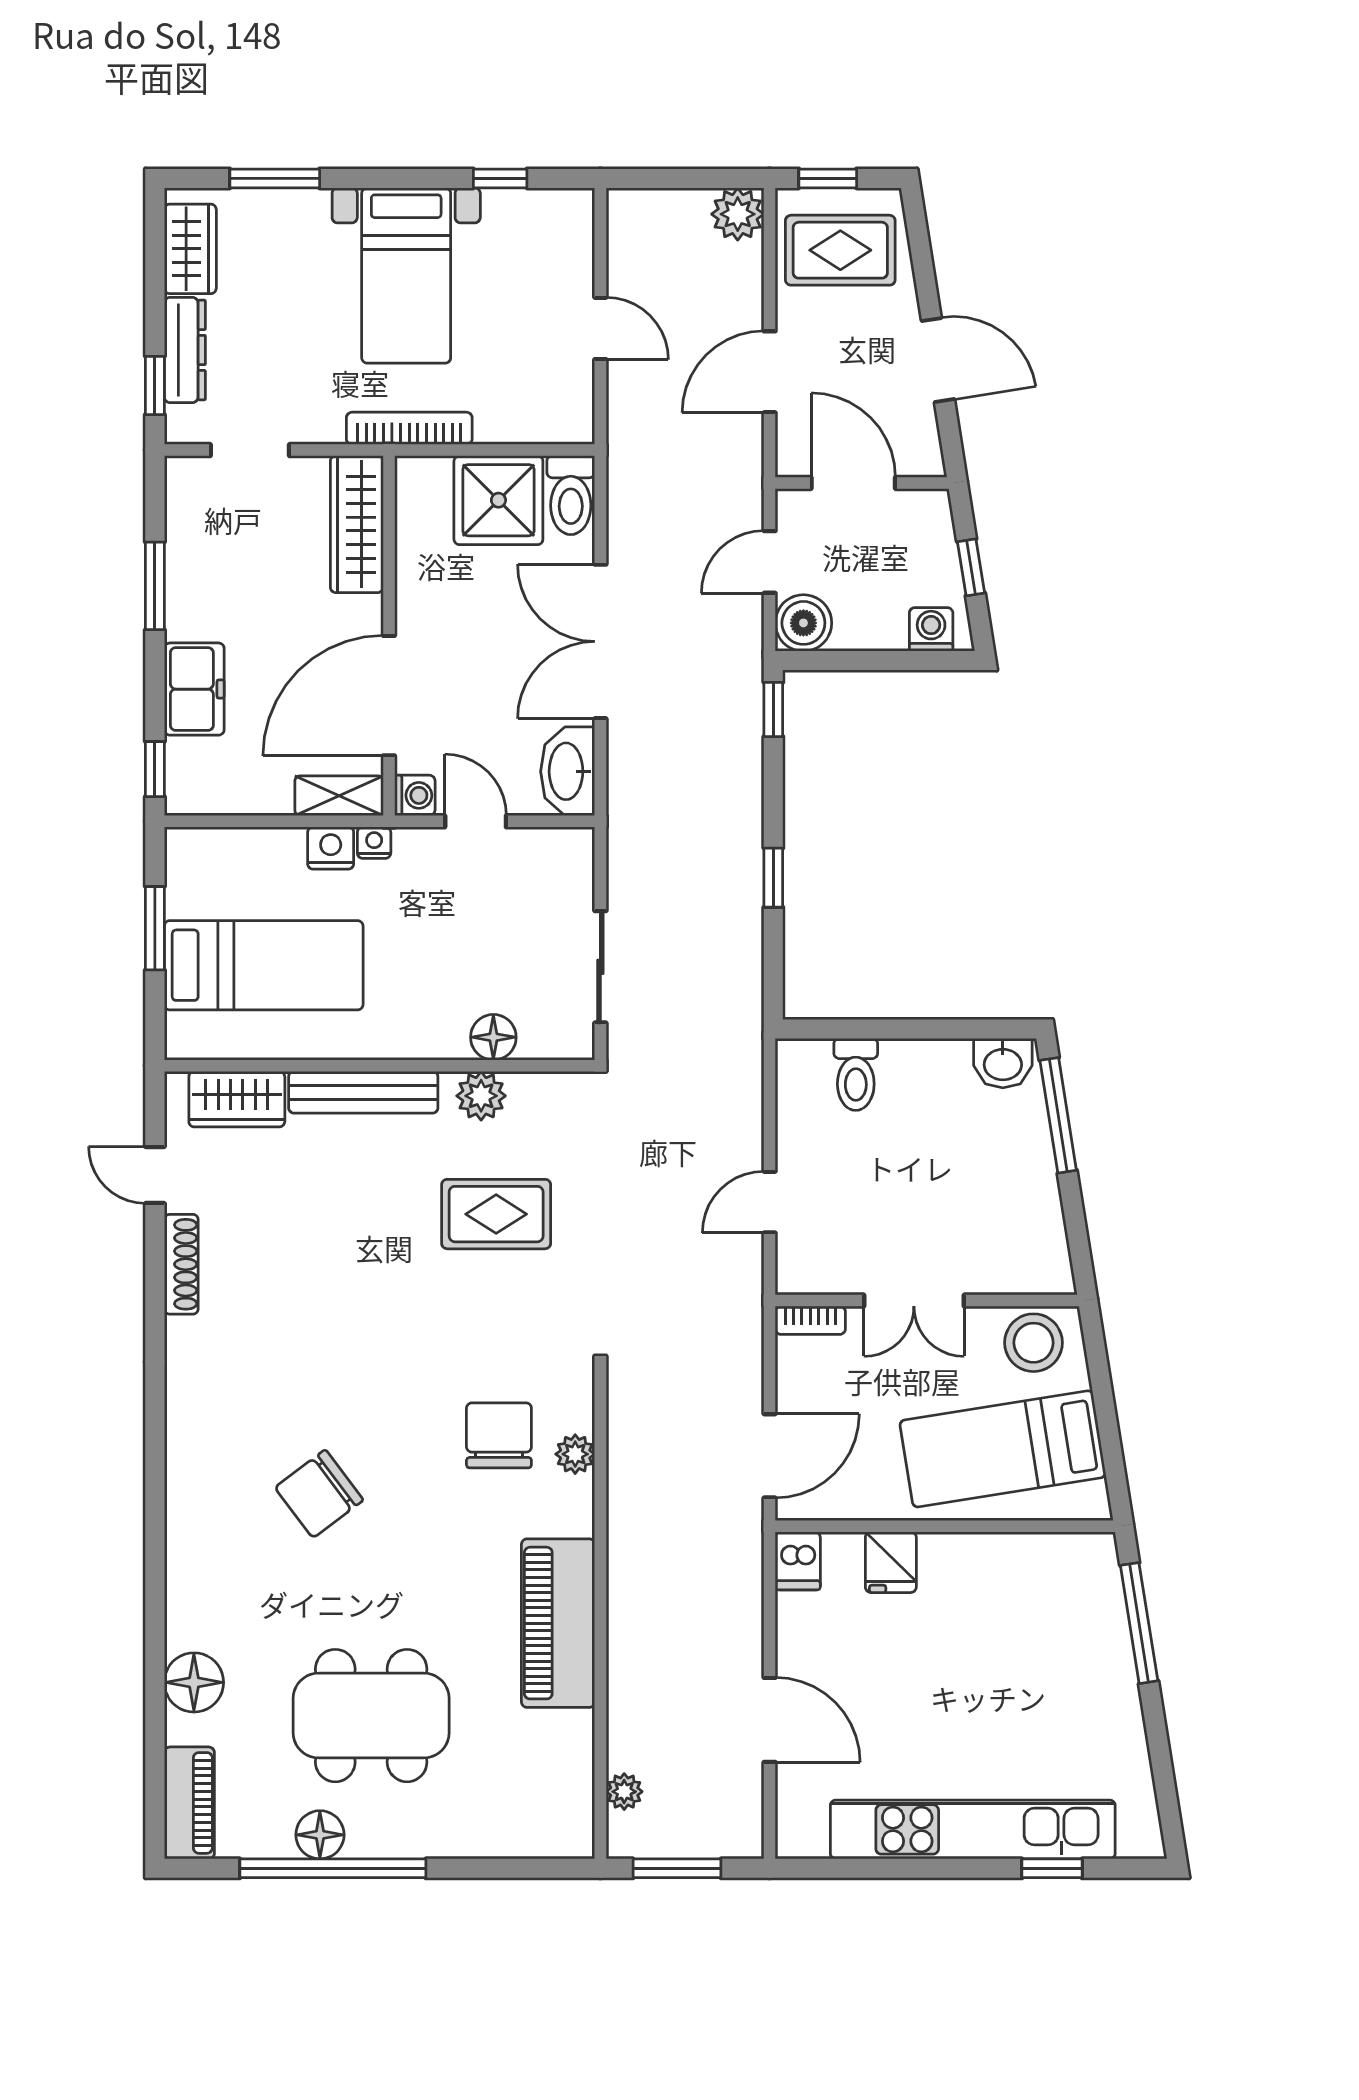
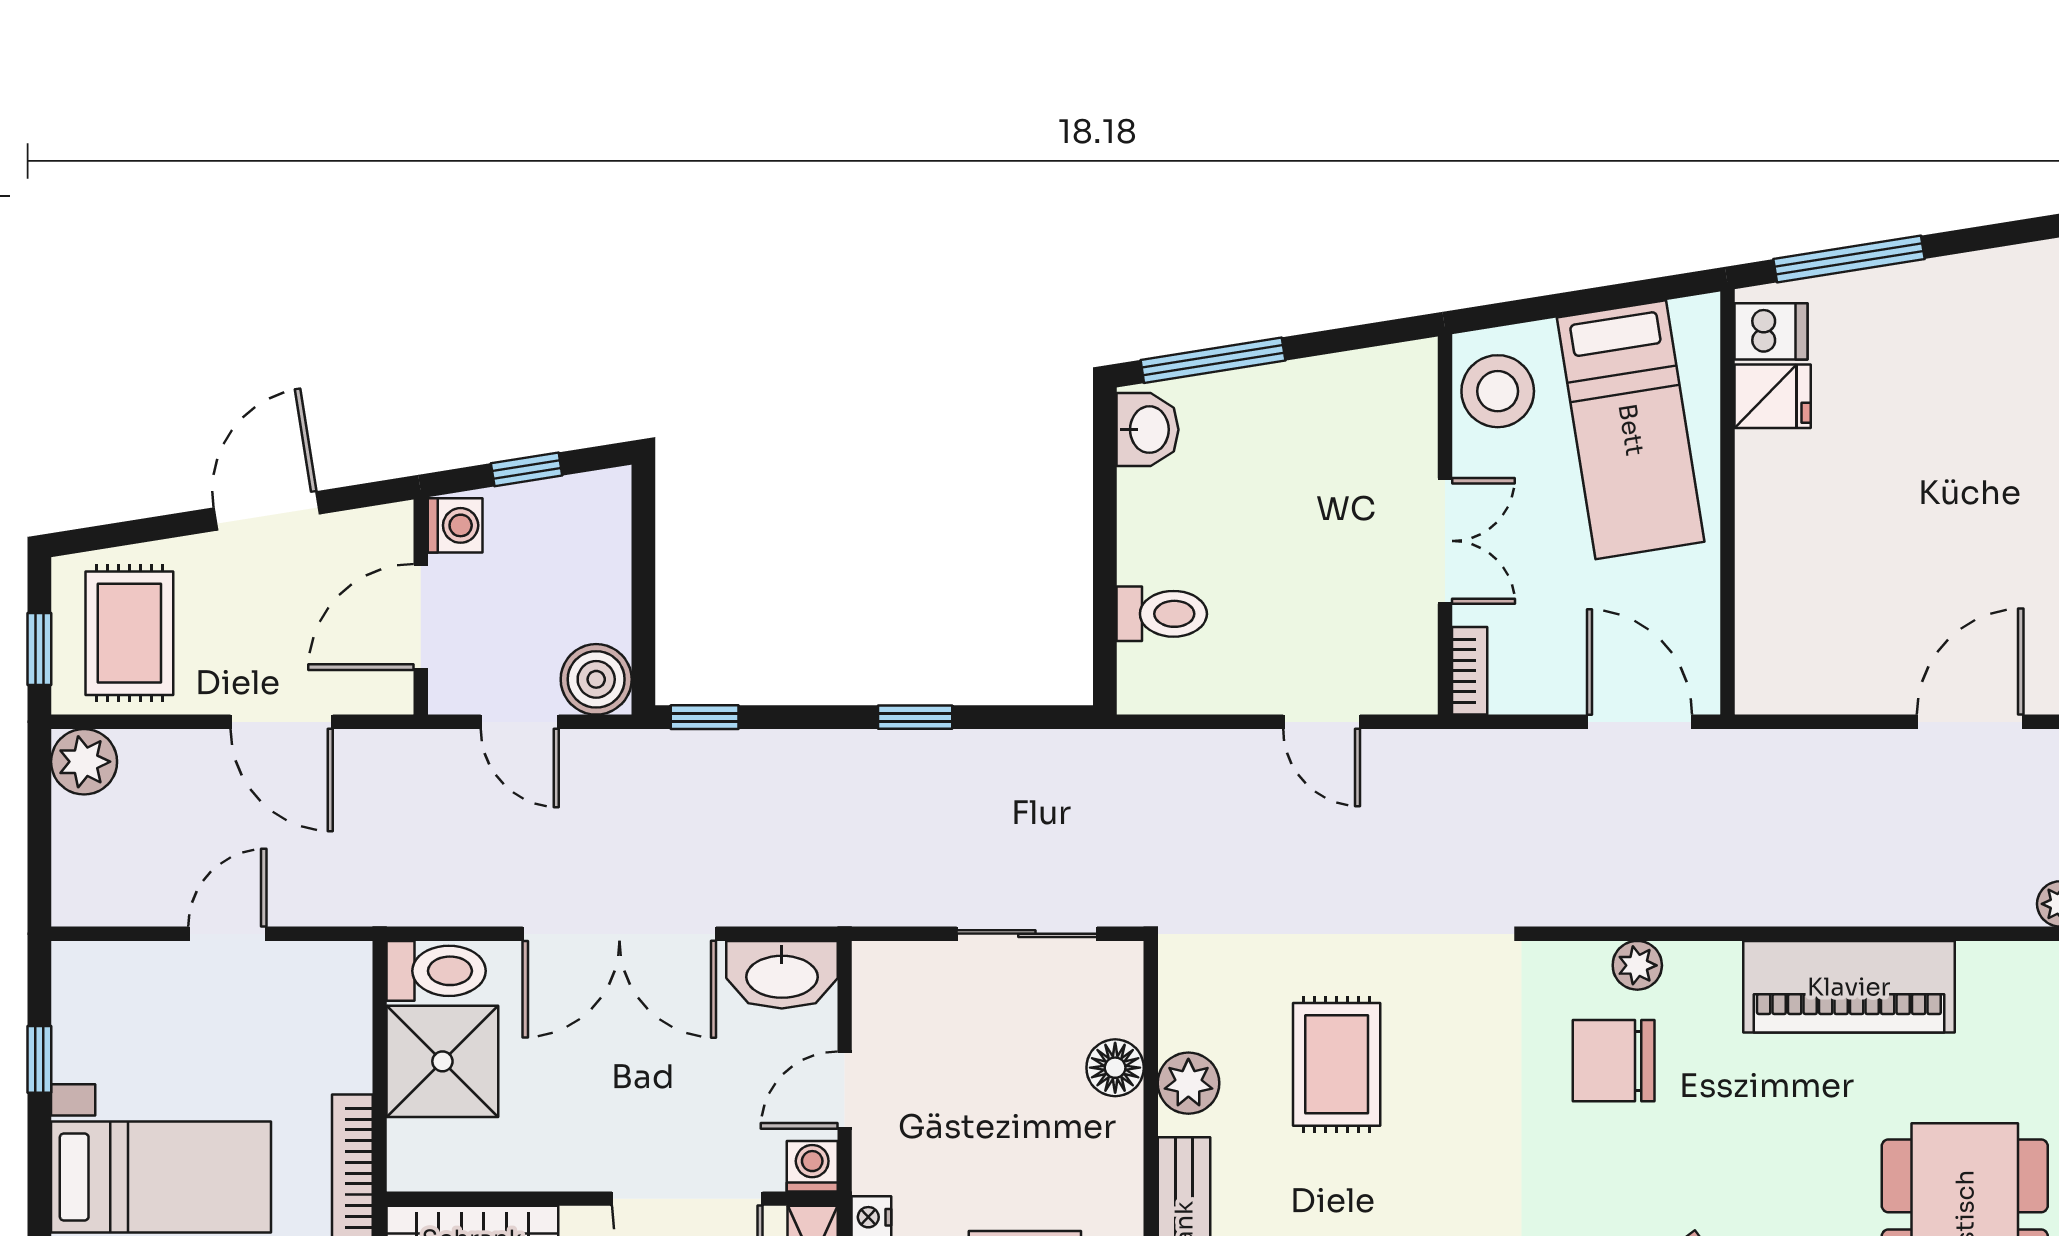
washing machine: (931, 629) -> (455, 525), moved, turned 180
dishwasher: (798, 1561) -> (1771, 331), moved
fridge: (891, 1562) -> (1773, 396), moved

